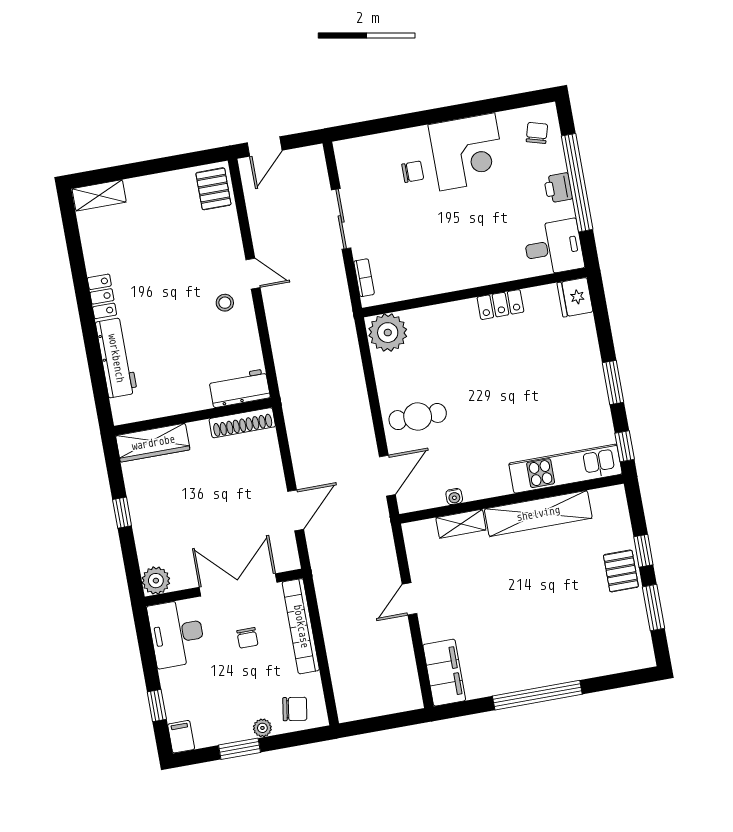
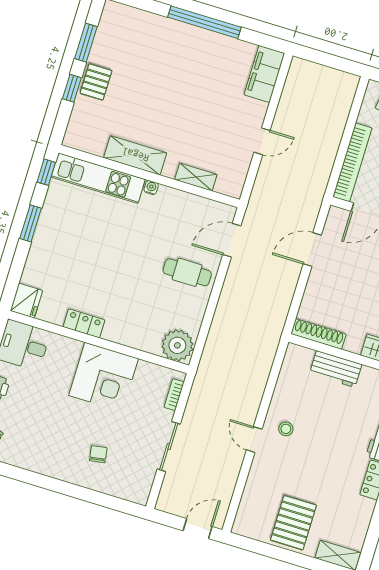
corner desk: (467, 152) -> (104, 377), moved, turned 180
chair: (413, 172) -> (98, 454), turned 81
pallet: (213, 189) -> (293, 523), moved, width x1.50, depth x1.42
workbench: (239, 388) -> (336, 369), moved
water cooler: (454, 497) -> (151, 188), moved
shelving: (538, 514) -> (135, 155), width x0.68

